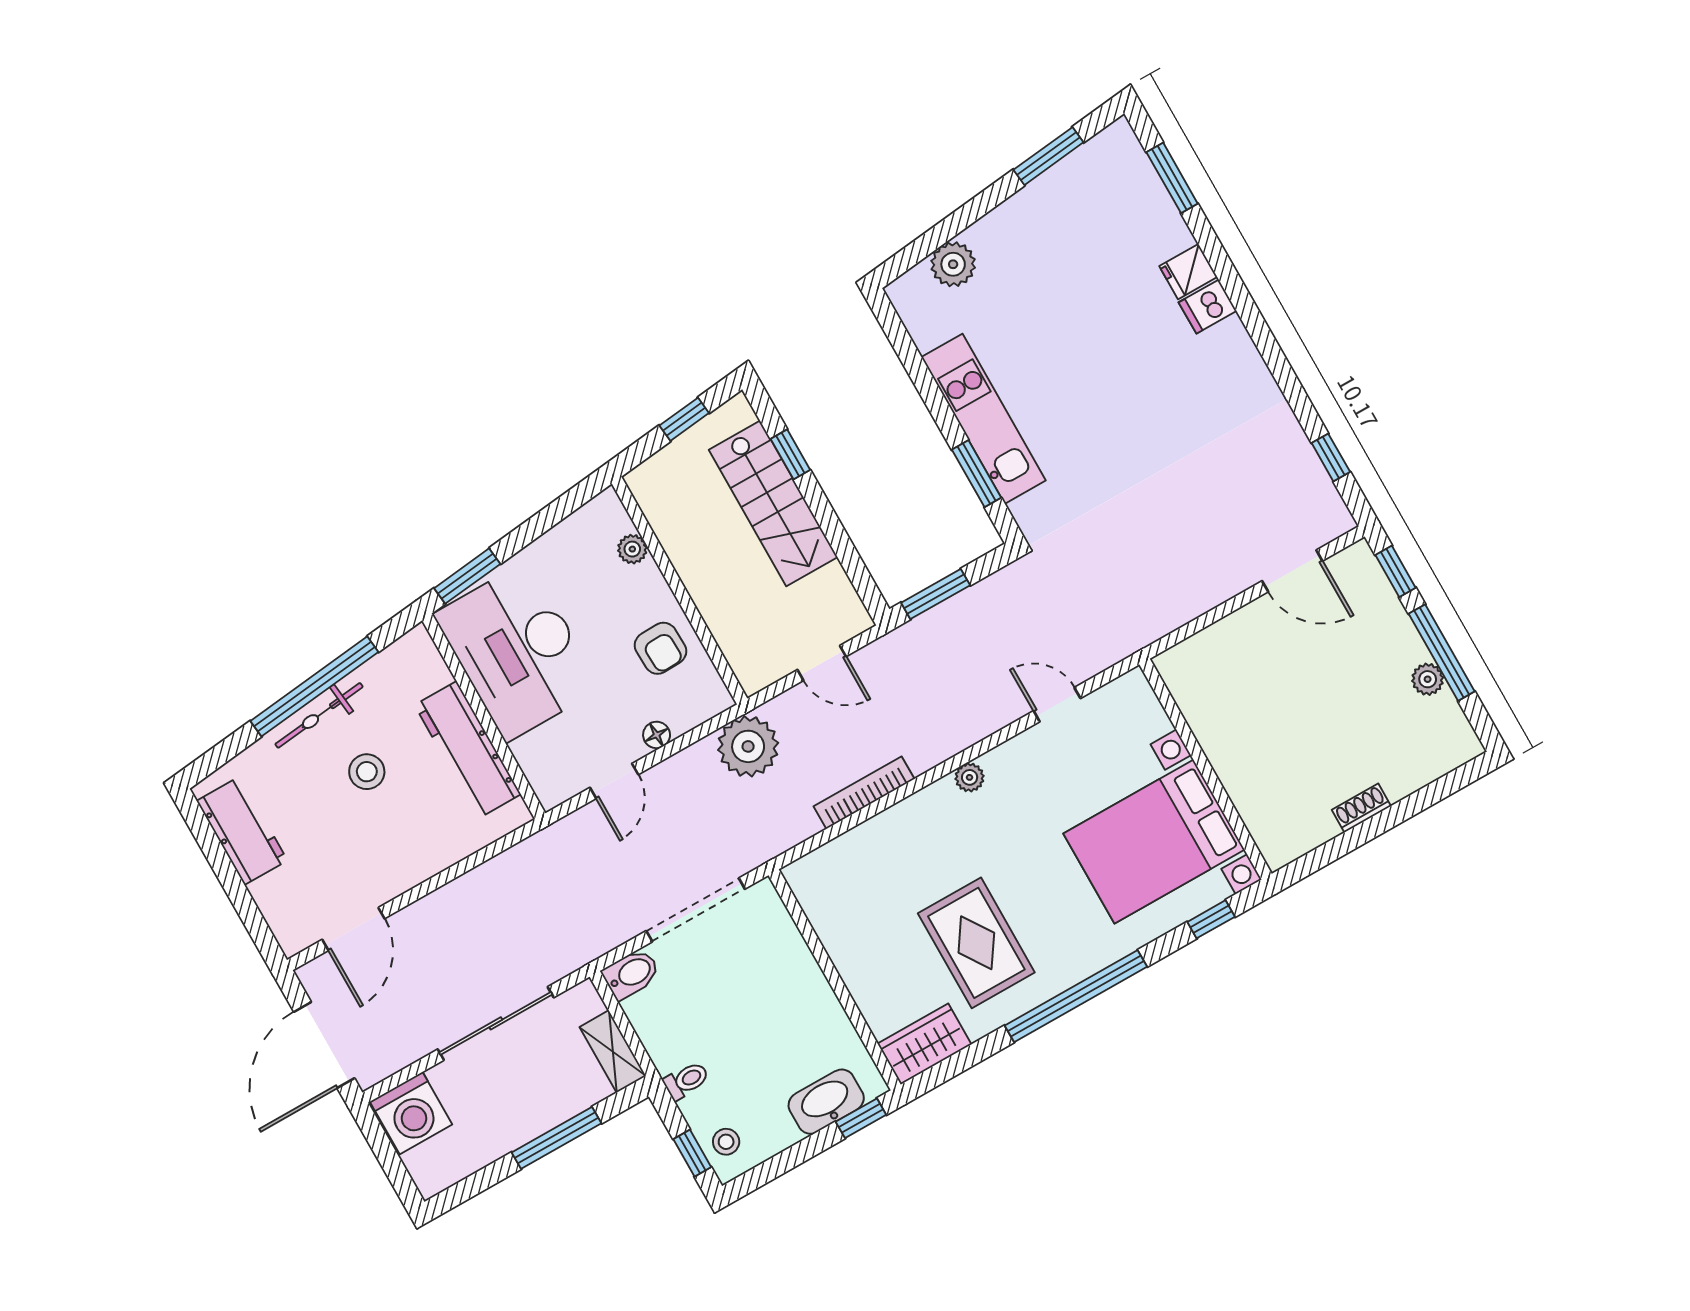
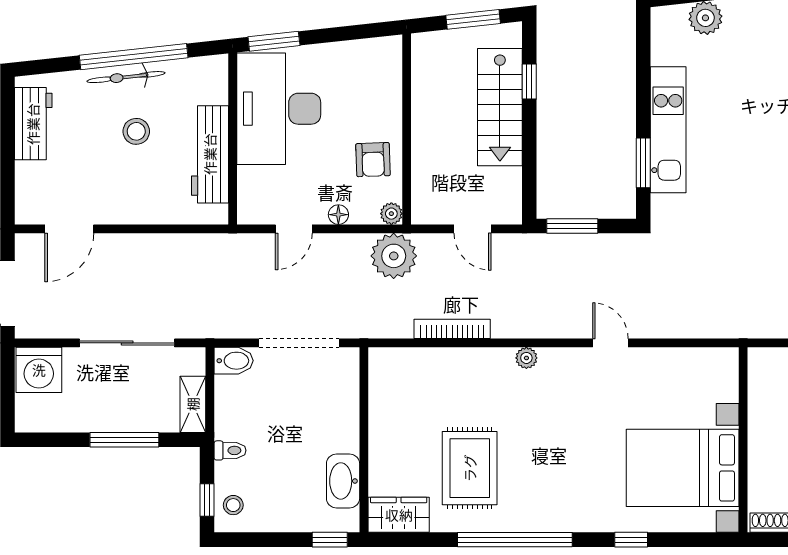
window: (684, 419) -> (473, 19), width x1.50
plant: (632, 549) -> (391, 214), moved
wall: (1206, 769) -> (743, 440), moved
bed with nightstands: (1154, 842) -> (683, 468), moved
washbasin: (826, 1102) -> (343, 481), moved, turned -90

